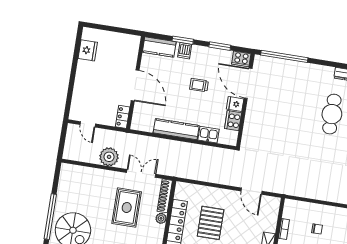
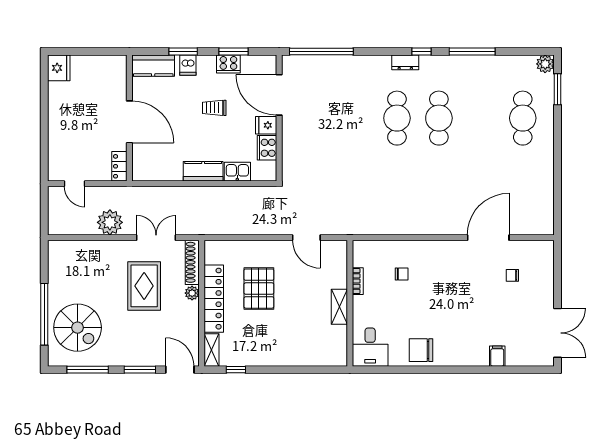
fridge: (88, 50) -> (59, 68), moved
cooker: (241, 59) -> (228, 64), moved
kitchen counter: (176, 129) -> (203, 171), width x0.67

